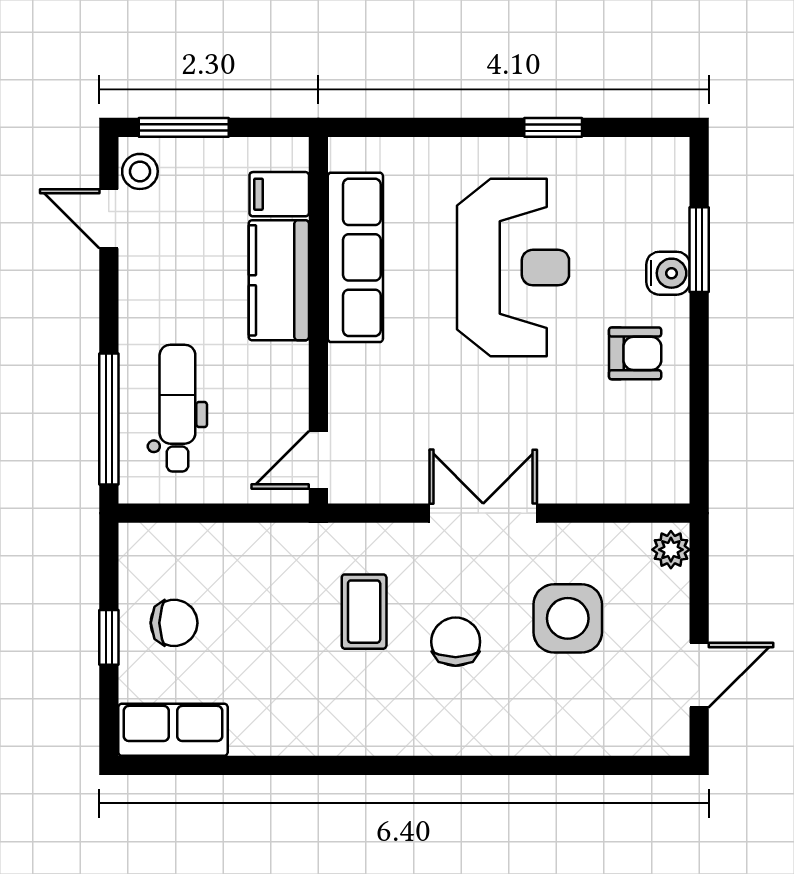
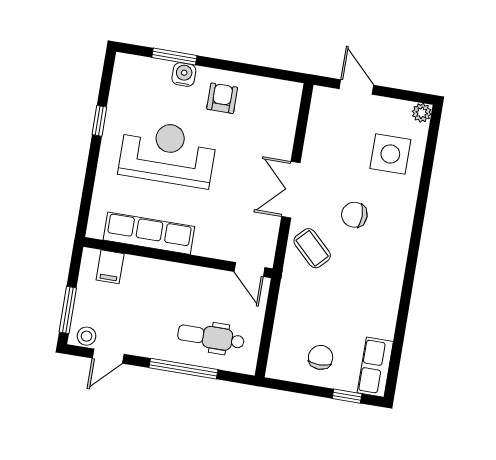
kitchen counter: (279, 280) -> (154, 274), removed
window: (109, 419) -> (183, 369), moved
plant: (671, 550) -> (422, 113), moved
coffee table: (364, 612) -> (312, 248), moved, turned 44
side table: (568, 618) -> (390, 154), moved
window: (109, 637) -> (347, 396), moved
door: (699, 675) -> (356, 87), moved

